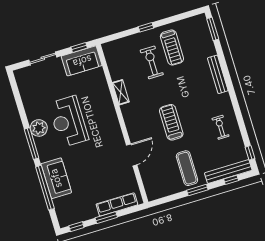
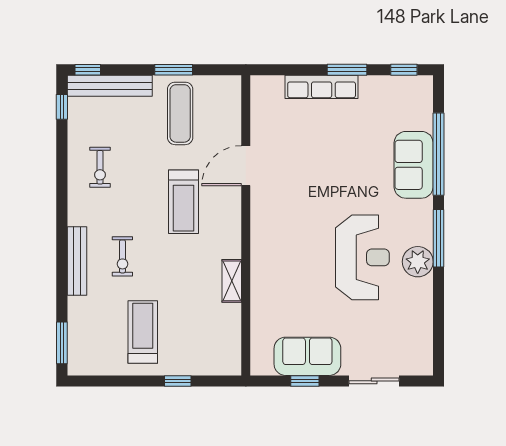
exercise bike: (152, 62) -> (122, 256), moved, width x0.73, depth x0.72
shelving: (121, 92) -> (232, 281), moved
wall: (122, 124) -> (246, 225), moved
door: (132, 155) -> (246, 166), moved
window: (231, 180) -> (88, 70), moved

